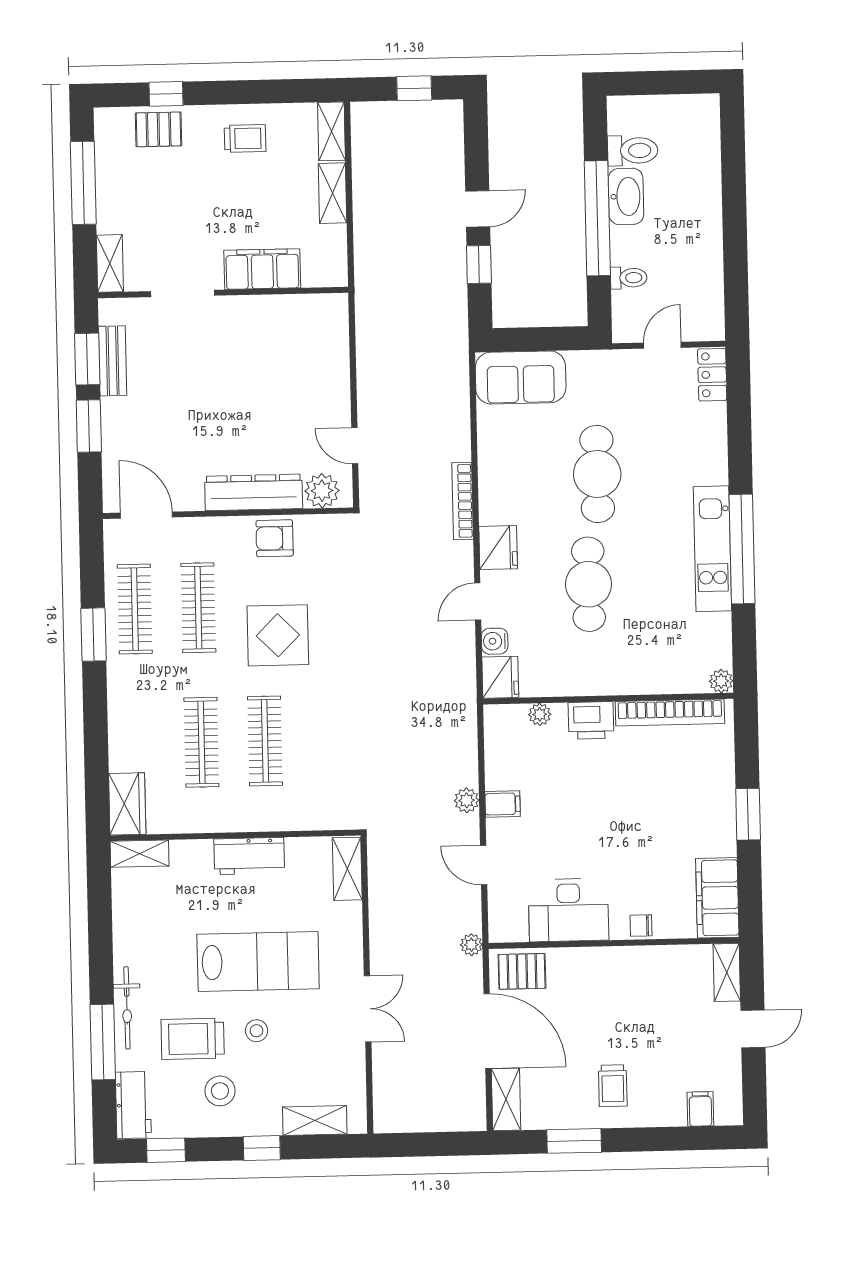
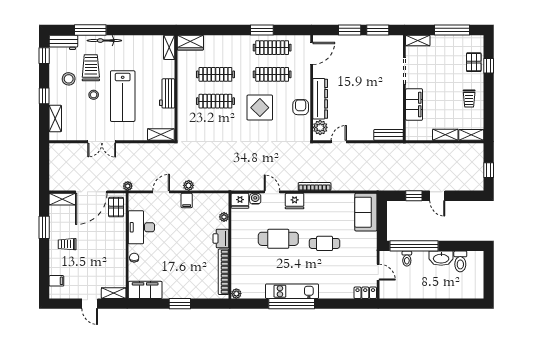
window: (597, 218) -> (414, 246), moved
bench: (113, 361) -> (389, 135), moved
cafe table: (597, 474) -> (325, 243), width x0.73, depth x0.74

